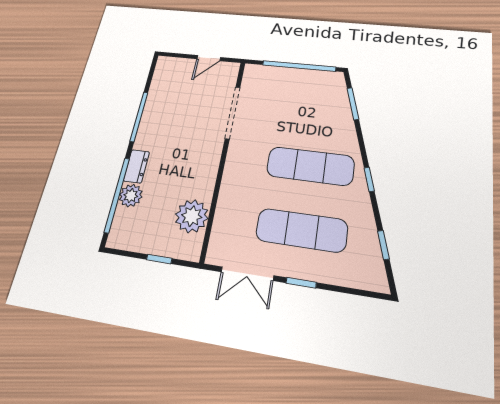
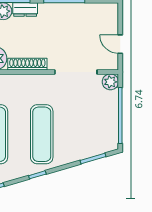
plant: (253, 73) -> (110, 82), added
shoe rack: (209, 173) -> (27, 64), added

